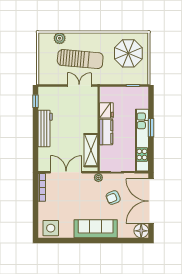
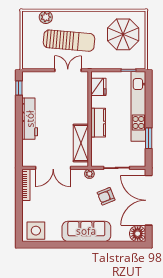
fridge: (106, 110) -> (98, 87), moved
window: (151, 128) -> (149, 138), moved
kitchen unit: (142, 140) -> (138, 106), moved
double door: (66, 172) -> (53, 168), swing flipped

